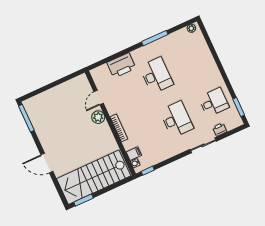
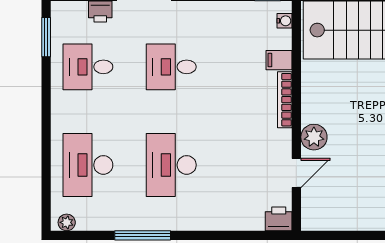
desk: (194, 58) -> (88, 165), added
printer: (121, 65) -> (279, 219), moved, width x0.53, depth x0.68
desk: (176, 119) -> (171, 67), width x0.73
filing cabinet: (134, 154) -> (279, 60), moved

